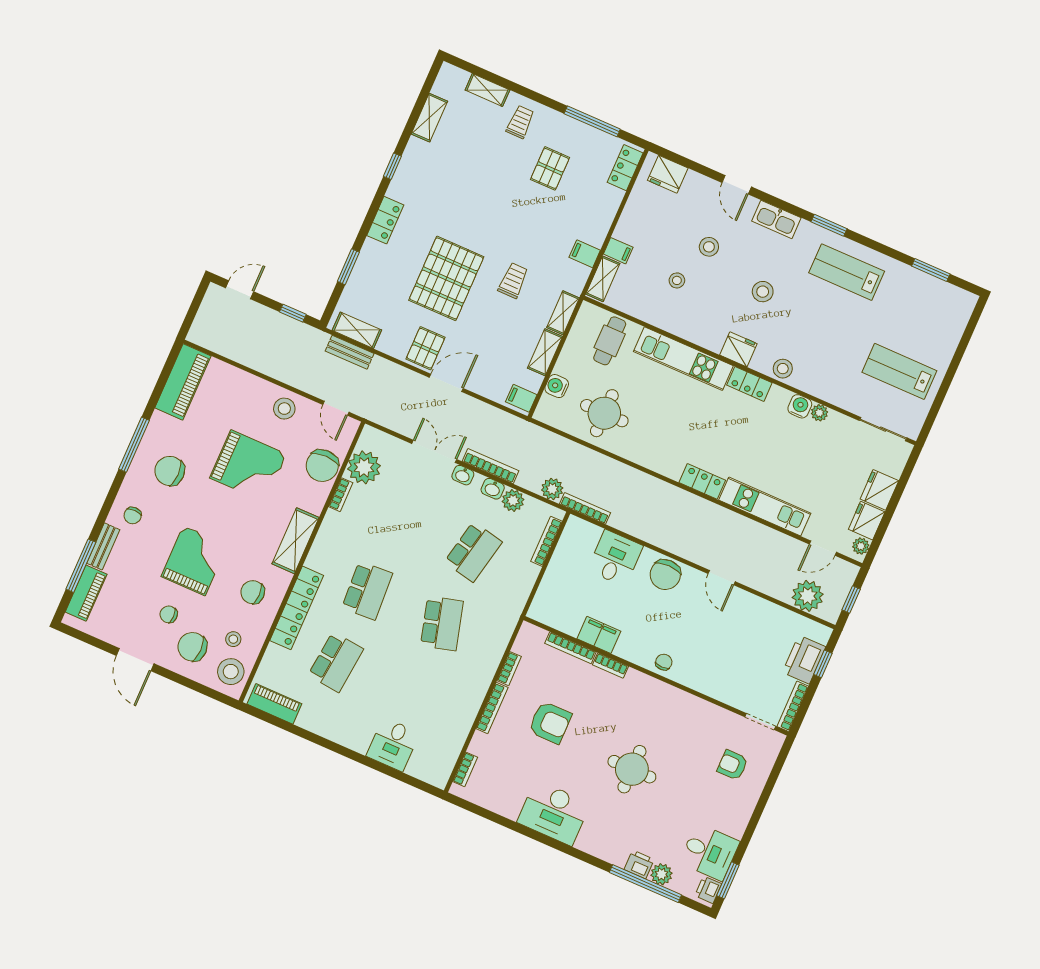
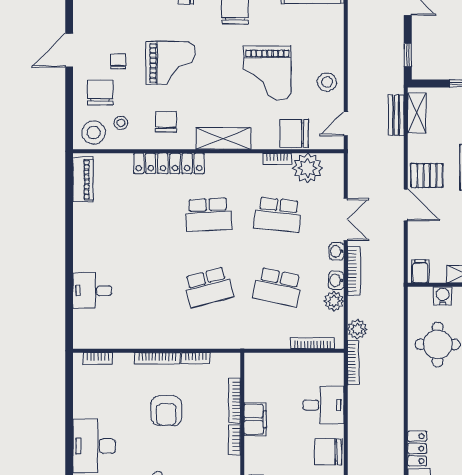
school desk: (336, 662) -> (278, 215), moved

